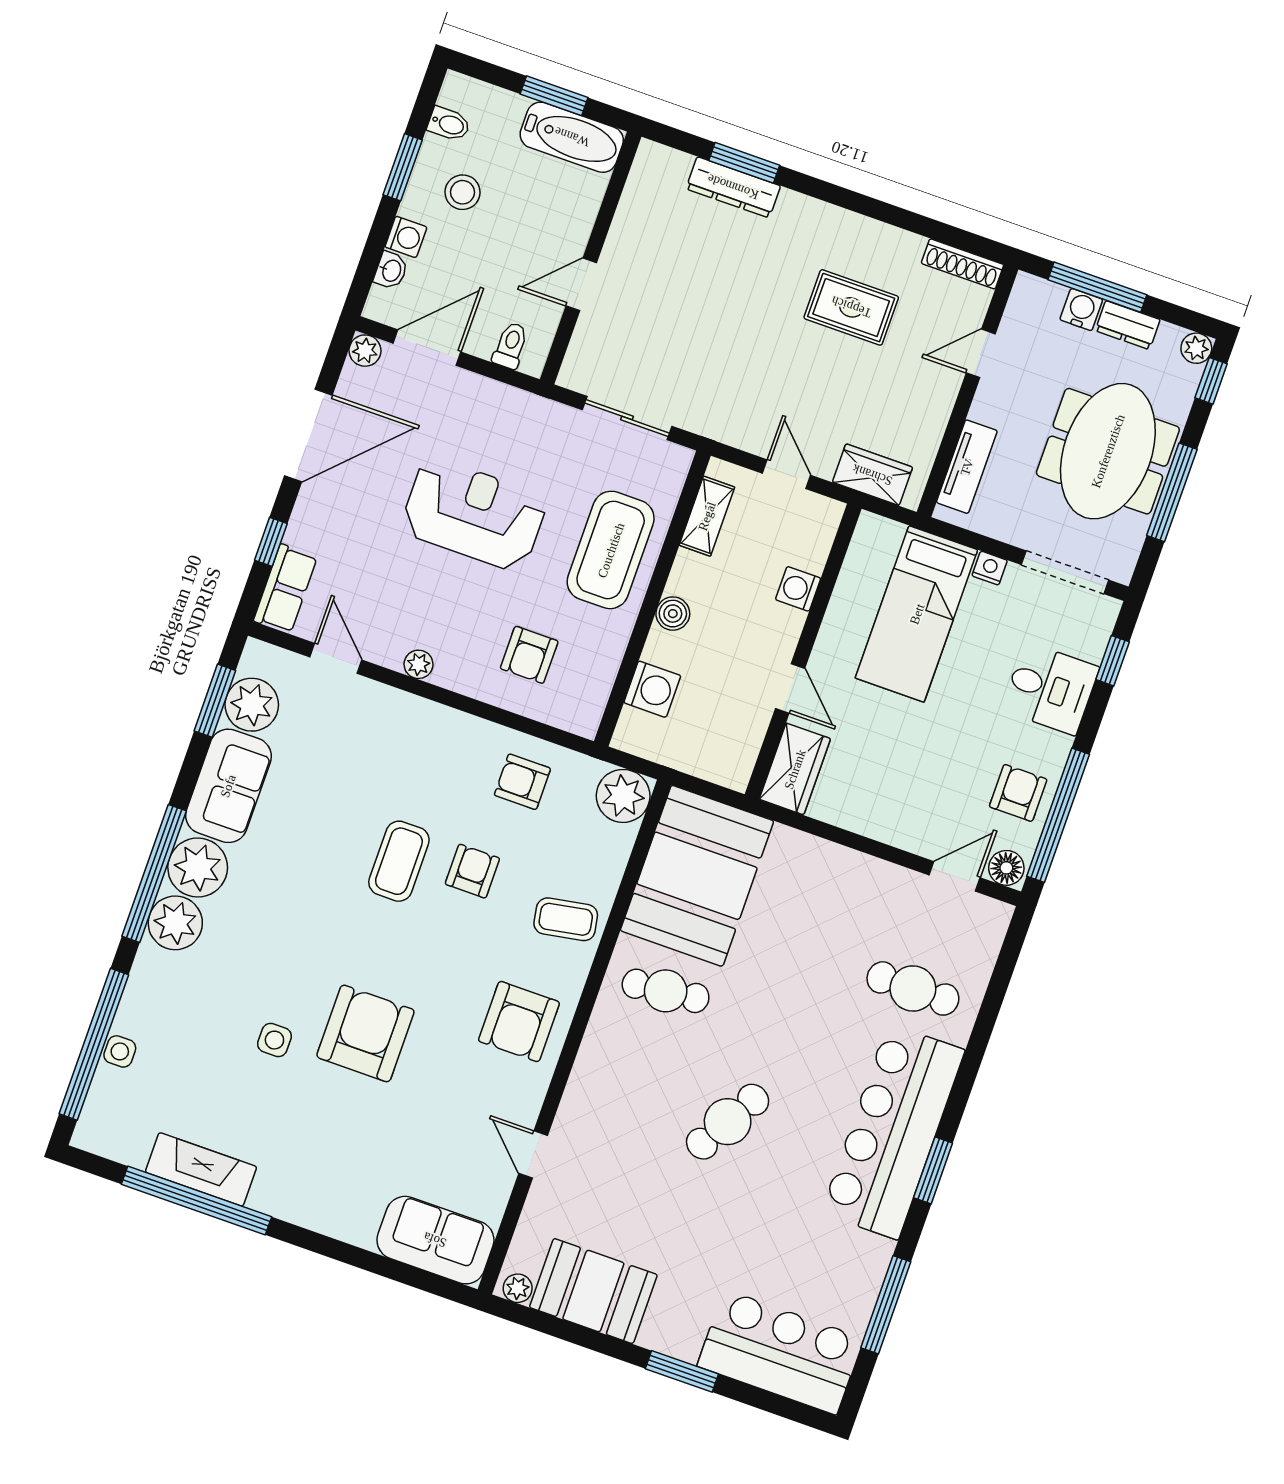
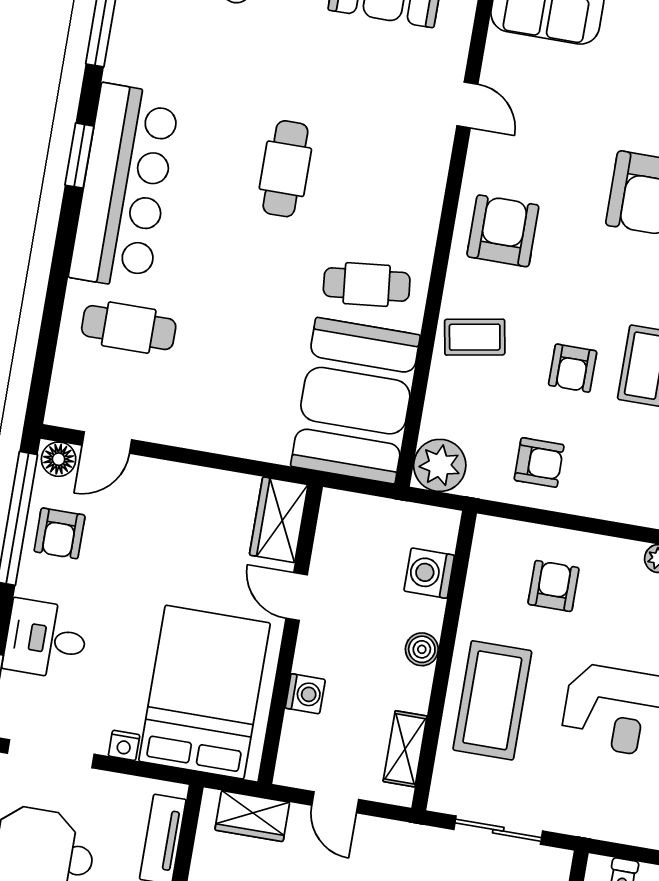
bed: (917, 614) -> (205, 692), width x1.50
cafe table: (728, 1122) -> (285, 169), turned -30

